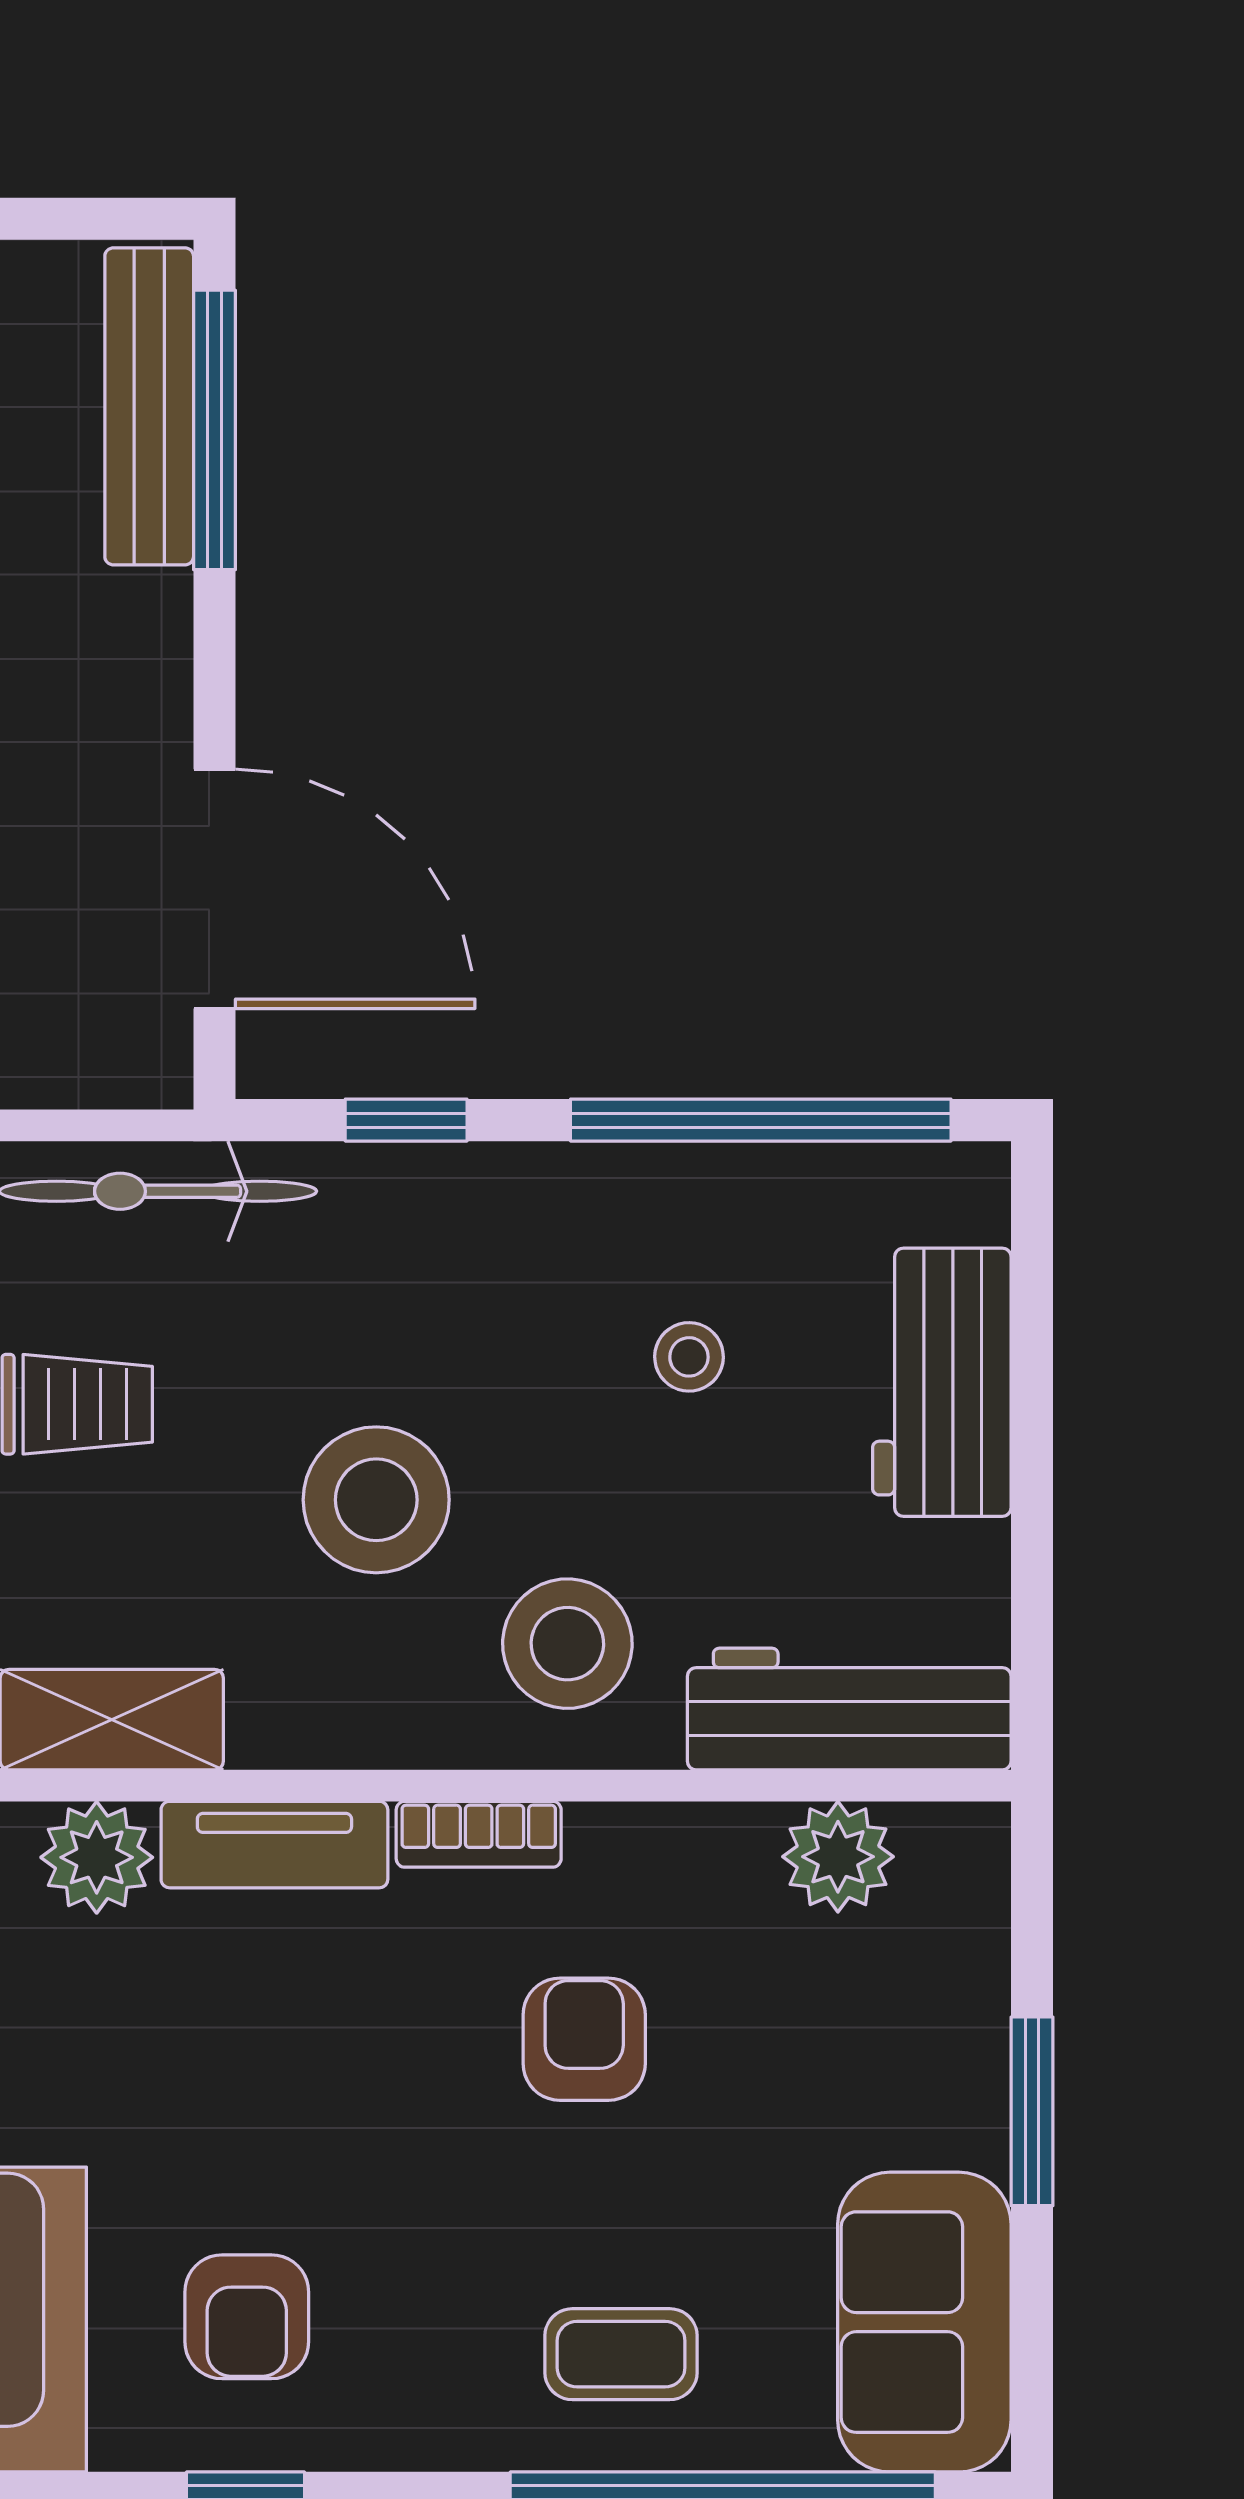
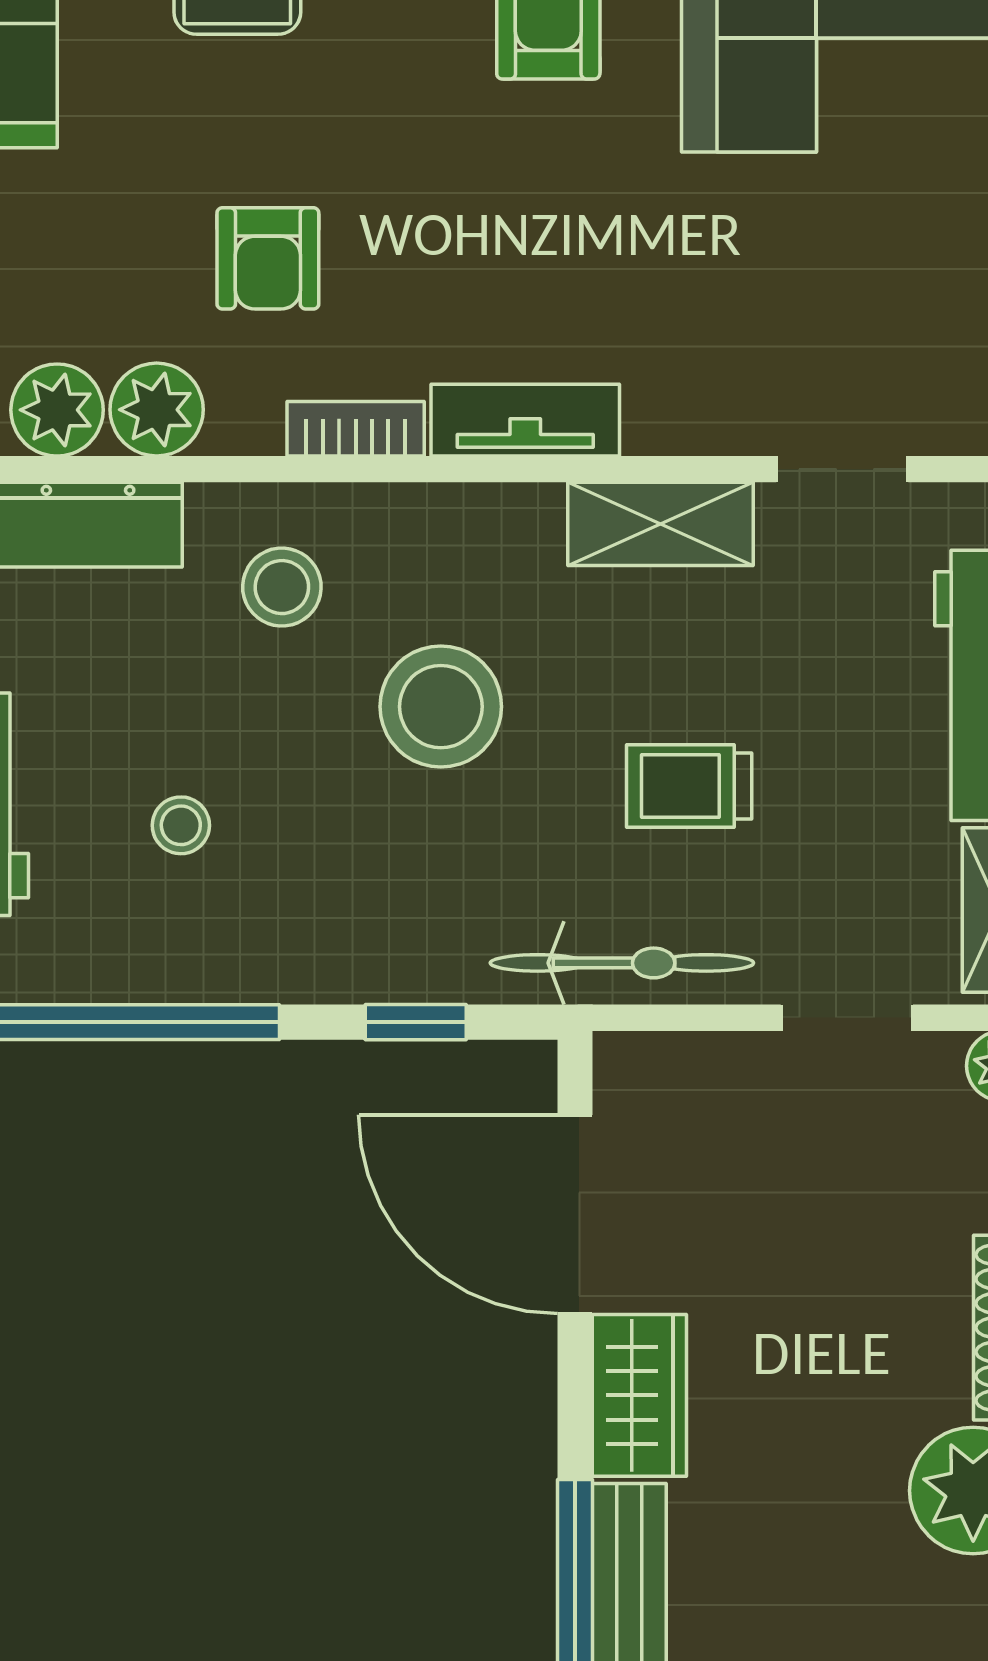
wardrobe: (137, 671) -> (639, 1395), added
stool: (567, 1644) -> (282, 587), width x0.73, depth x0.73
plant: (97, 1857) -> (157, 410), moved

